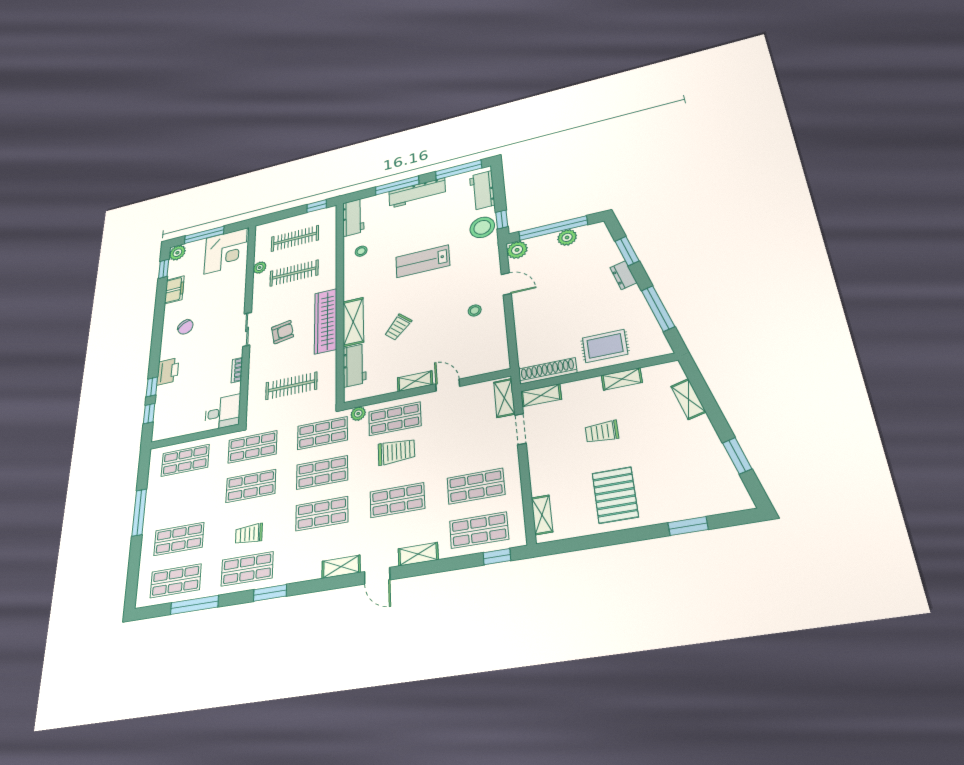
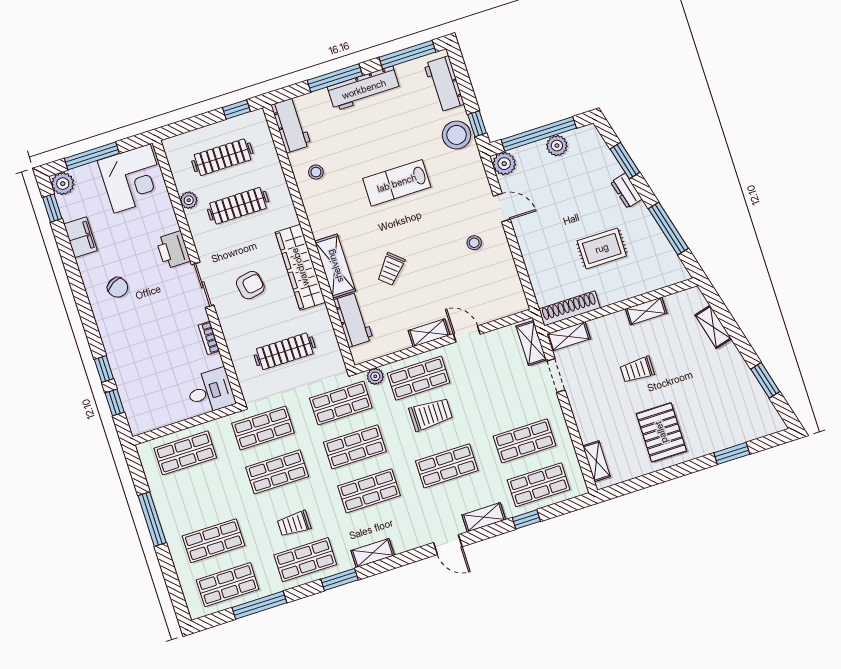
rug: (605, 346) -> (602, 248), moved
printer: (168, 371) -> (173, 250), moved, turned 180
window: (497, 557) -> (526, 519), moved
shelving: (341, 567) -> (373, 553), moved

